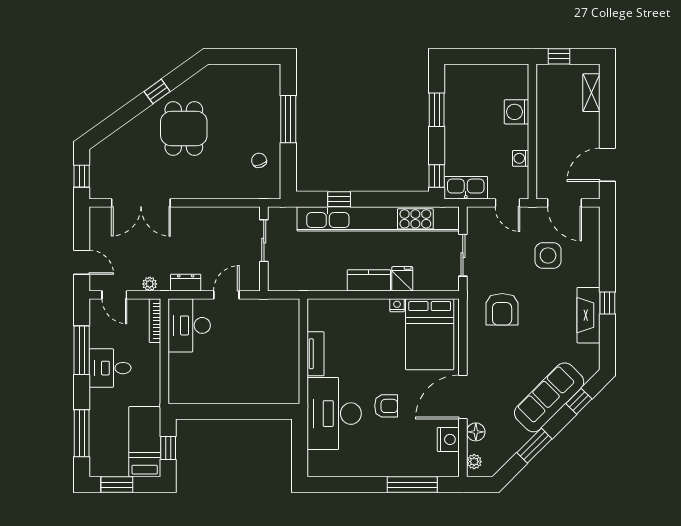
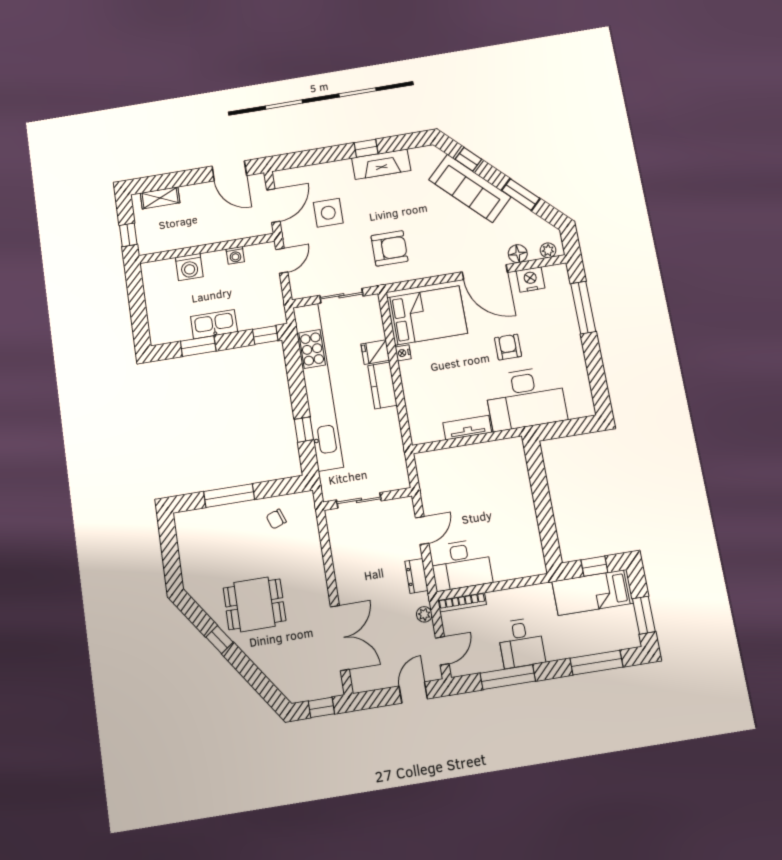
kitchen sink: (466, 188) -> (214, 324), moved, turned 90
door: (226, 295) -> (422, 531), swing flipped

